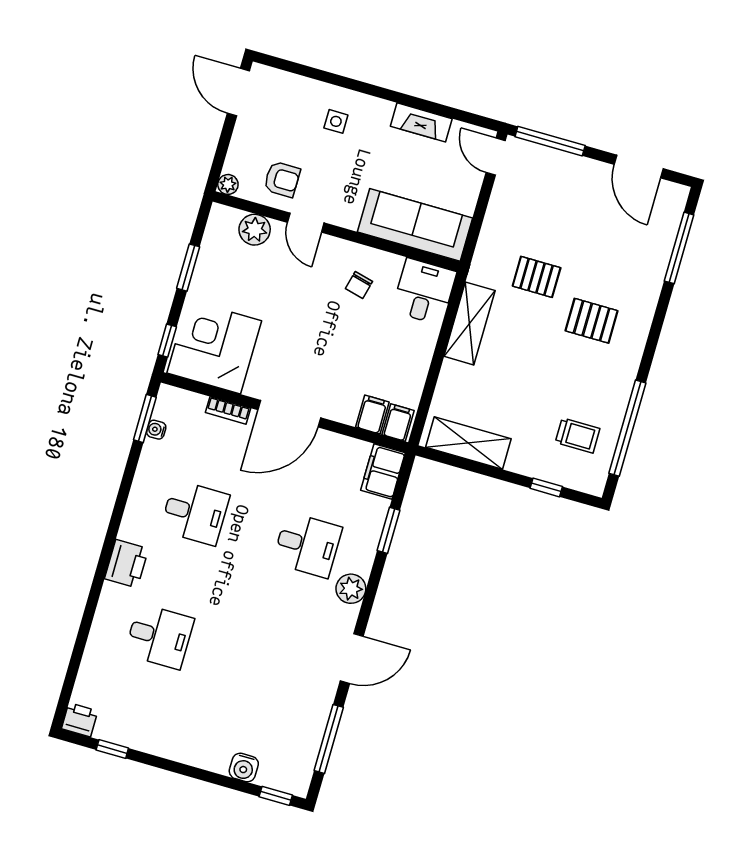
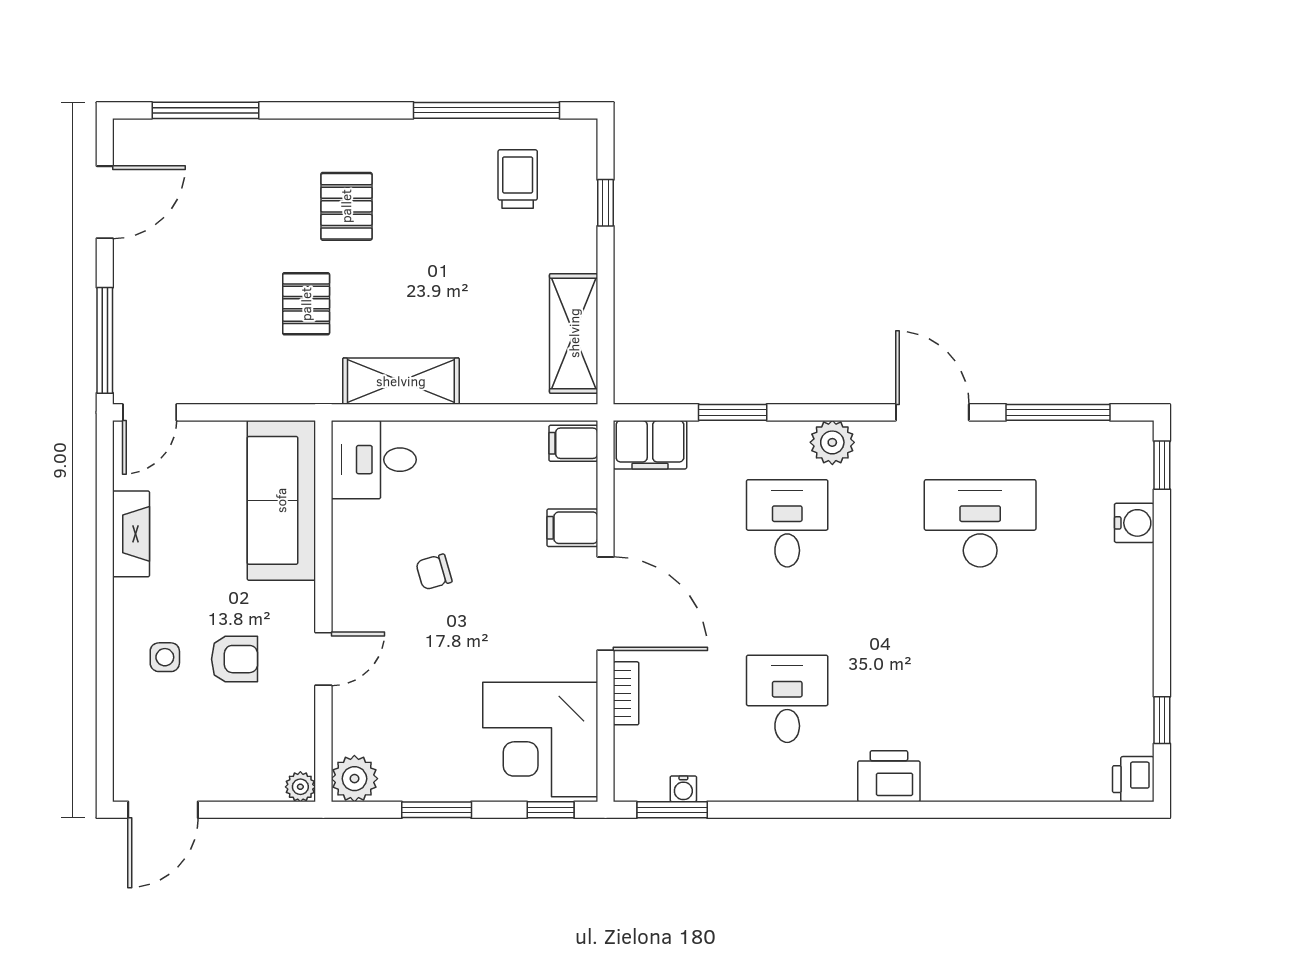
armchair: (282, 179) -> (235, 659), moved, turned 90
plant: (255, 230) -> (354, 779), moved
chair: (359, 285) -> (434, 572), moved, turned 150
filing cabinet: (372, 415) -> (572, 528), moved
desk: (159, 636) -> (980, 523), moved, width x1.37

